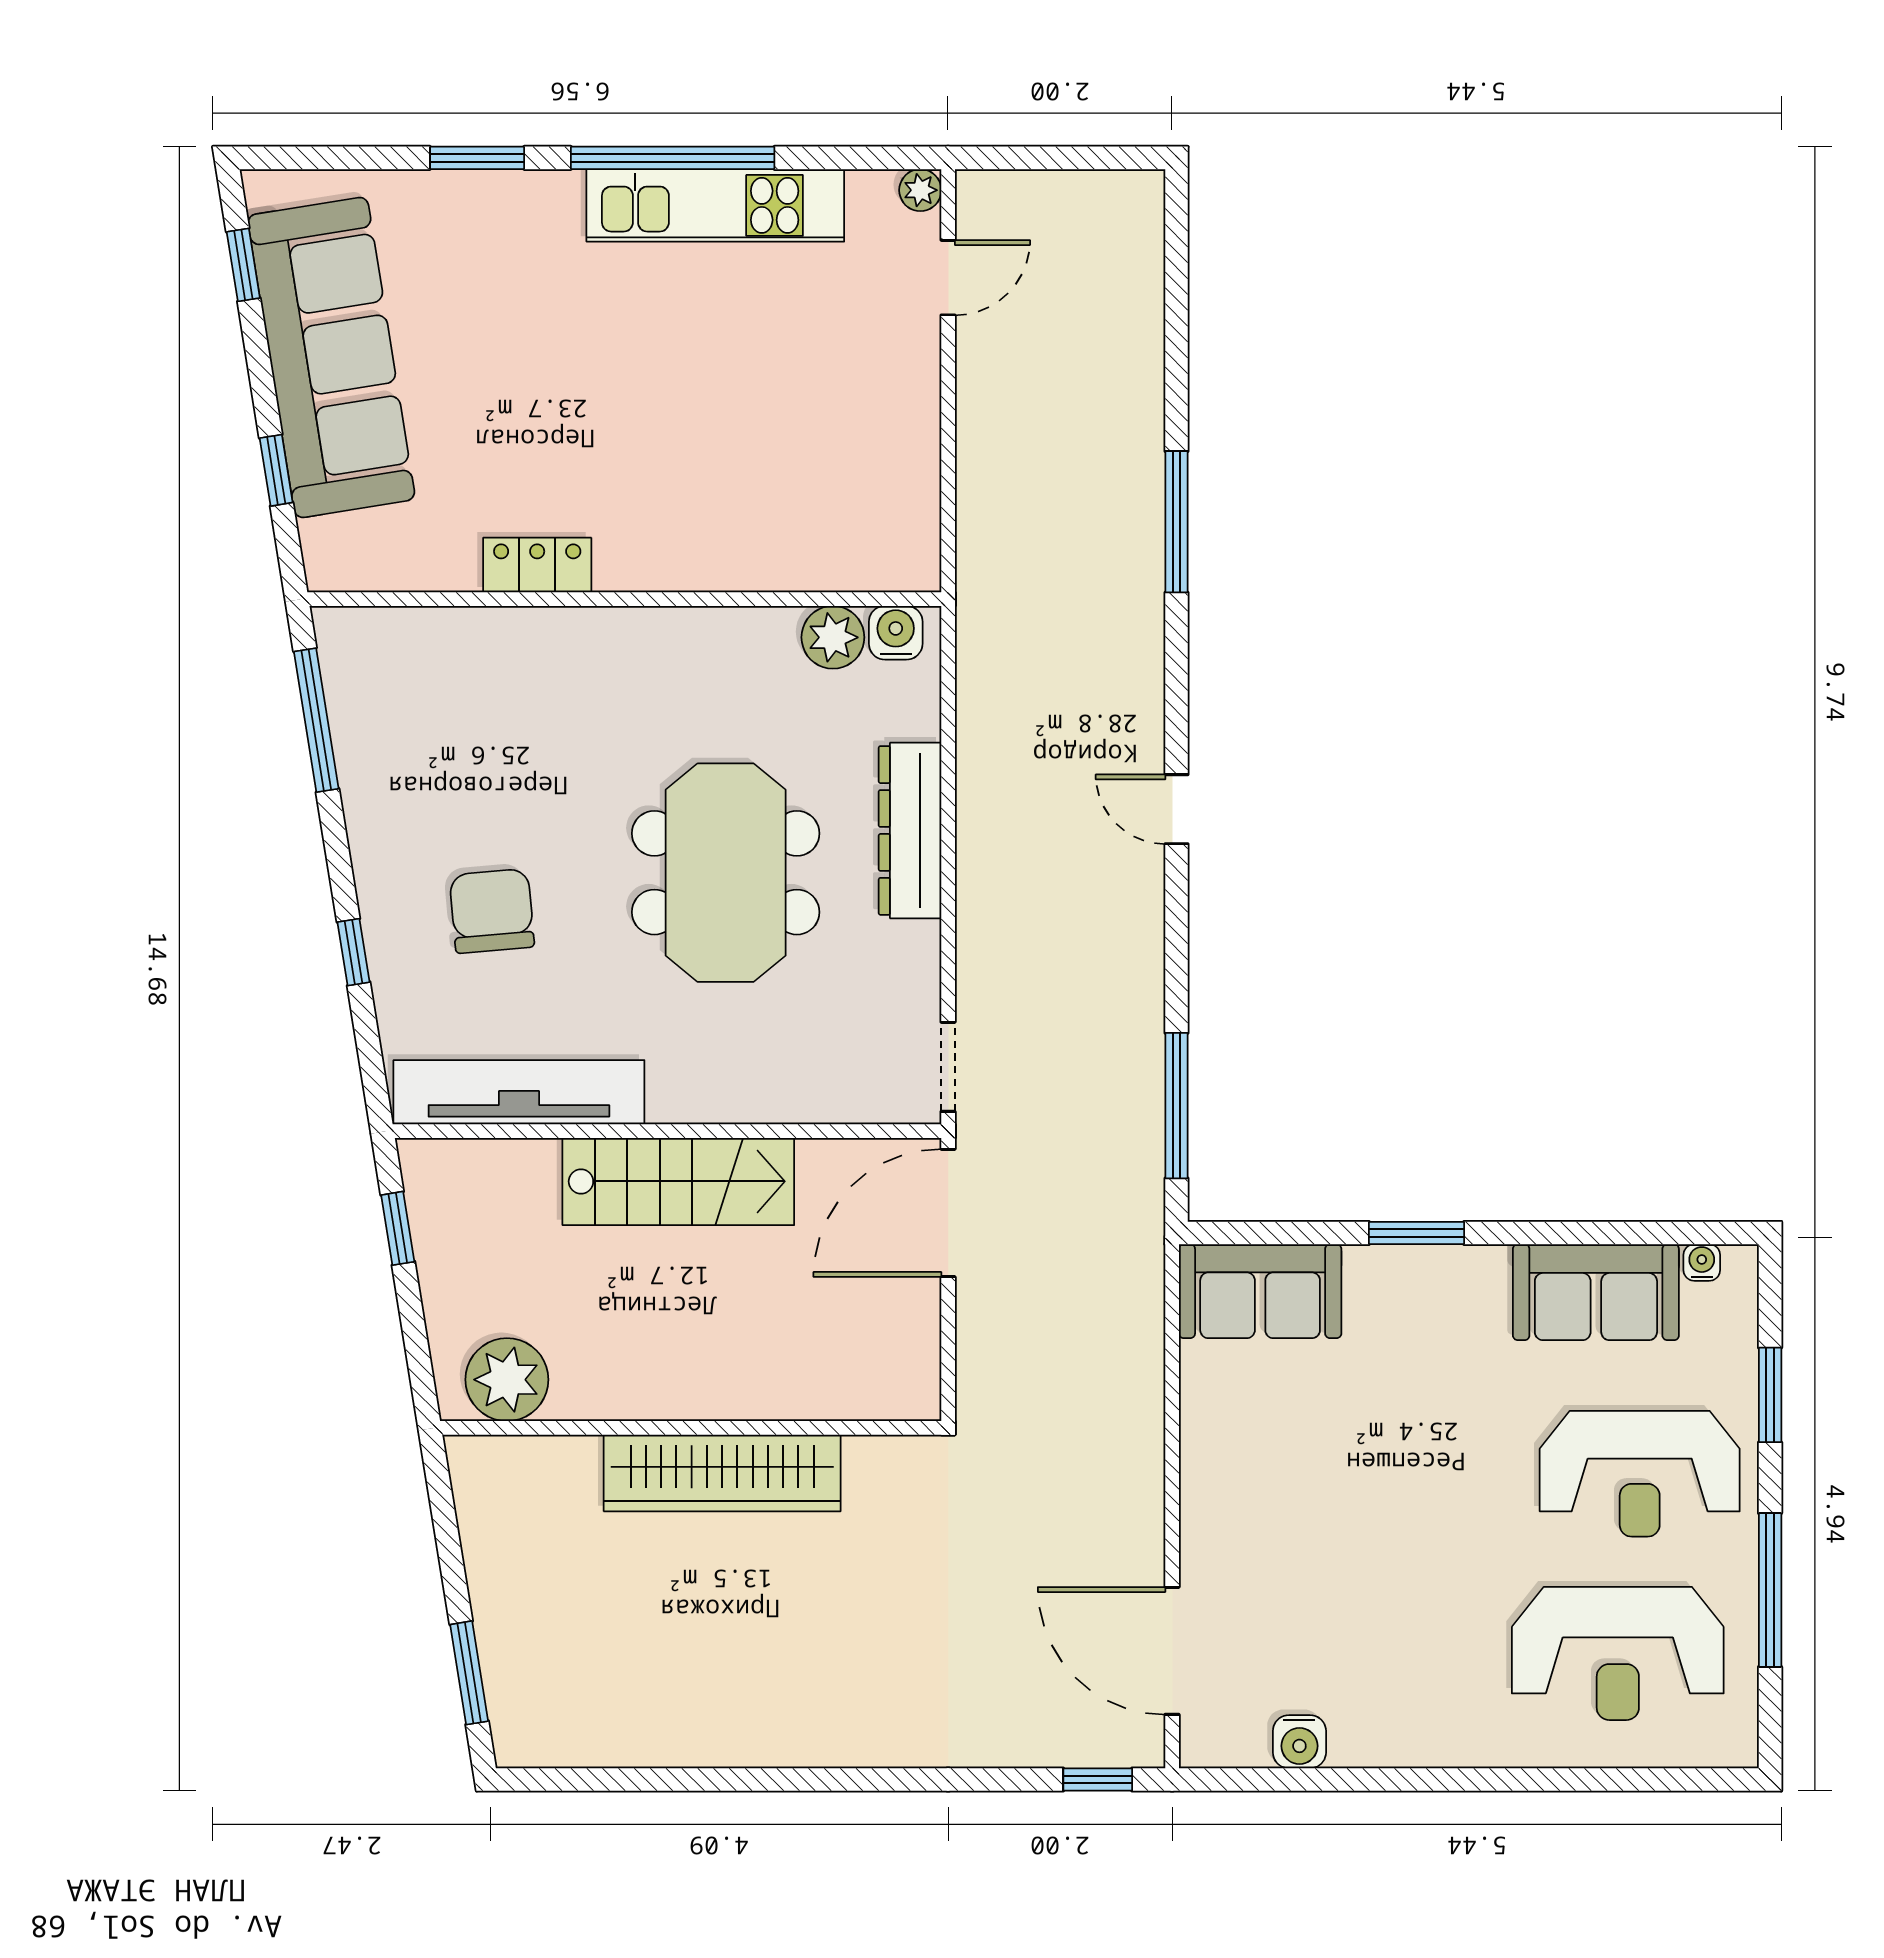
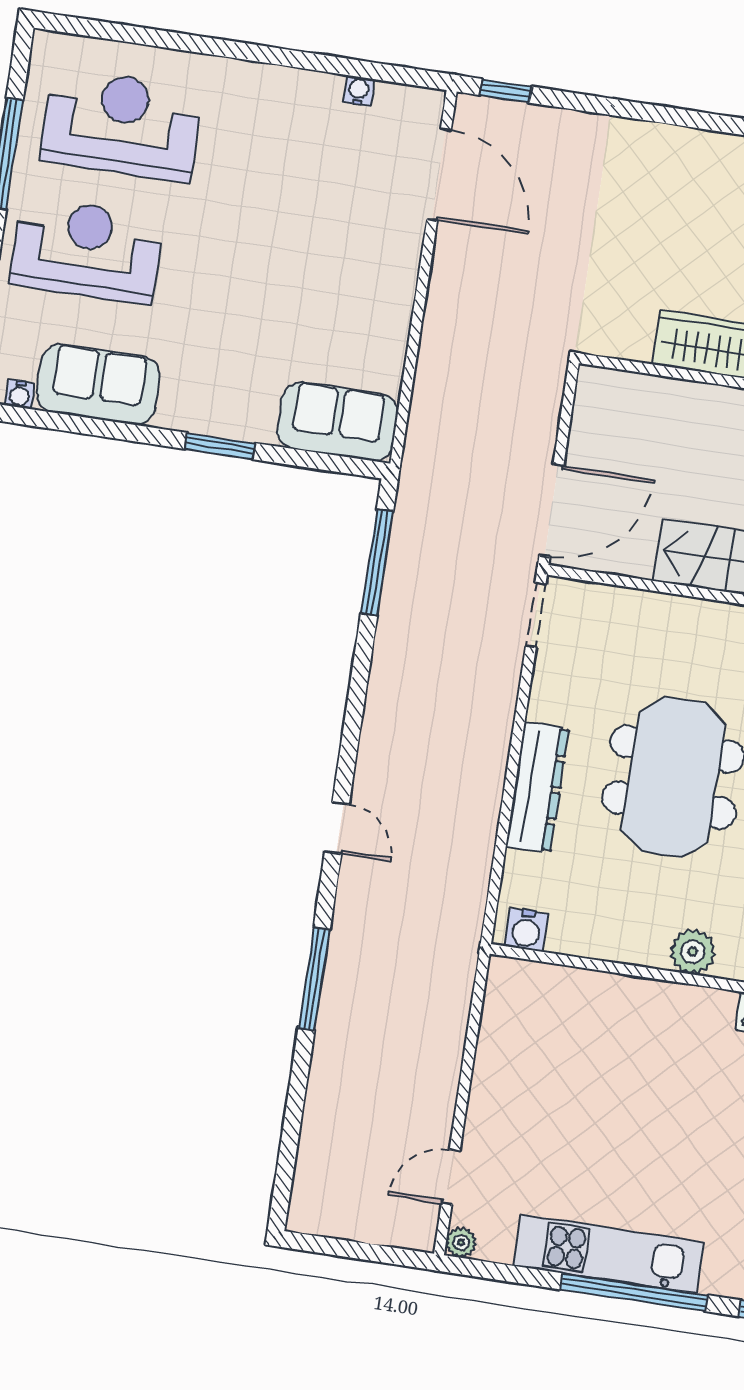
plant: (833, 637) -> (693, 952), moved
door: (1177, 809) -> (337, 828), moved
water cooler: (1299, 1742) -> (359, 91), width x0.72, depth x0.72

